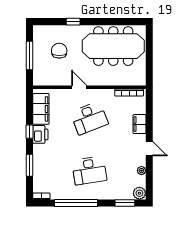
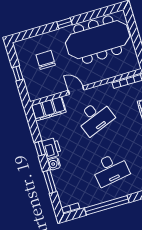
window: (73, 22) -> (64, 23), moved
window: (29, 55) -> (18, 73), width x0.46
filing cabinet: (41, 109) -> (49, 109), moved, turned 90
water cooler: (38, 150) -> (54, 164), added

